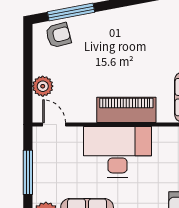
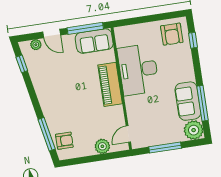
armchair: (58, 35) -> (64, 141), turned 105
desk: (117, 152) -> (138, 70), moved

